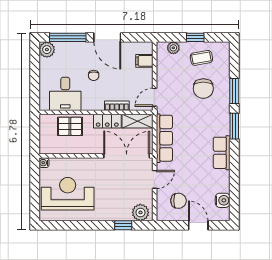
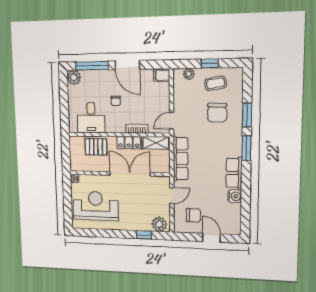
filing cabinet: (144, 61) -> (162, 75), moved
double door: (127, 156) -> (130, 174), moved
water cooler: (223, 200) -> (235, 196), moved

